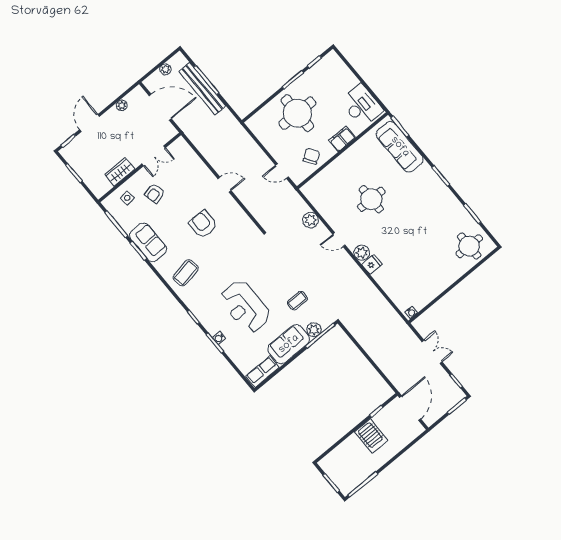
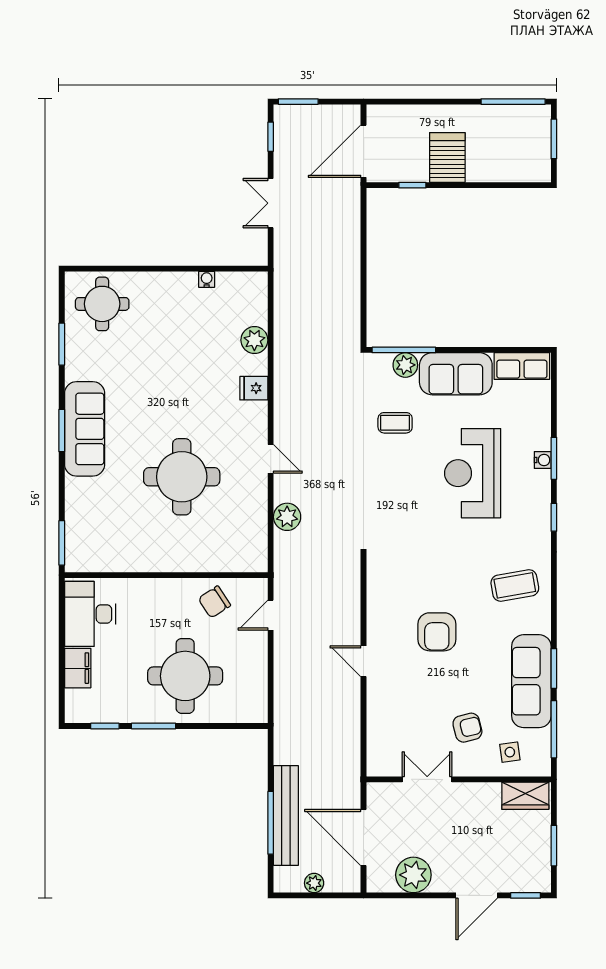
plant: (122, 105) -> (413, 875), width x1.87, depth x1.87
filing cabinet: (342, 139) -> (78, 668), moved, turned -90
sofa: (400, 147) -> (85, 429), moved
door: (282, 171) -> (271, 615), swing flipped
wardrobe: (120, 172) -> (525, 796), moved
round table: (371, 199) -> (182, 477), width x1.36, depth x1.36
sofa: (148, 242) -> (531, 681), width x1.36
plant: (362, 253) -> (254, 340), moved
reception desk: (245, 307) -> (473, 473), turned 180
water cooler: (411, 312) -> (207, 279), moved

